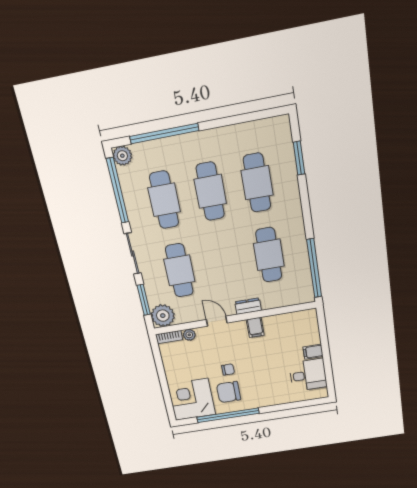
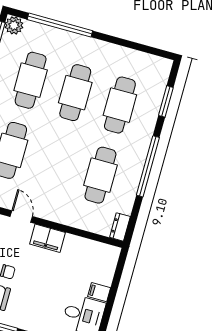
window: (314, 268) -> (148, 166), moved
dresser: (248, 306) -> (120, 227), moved, turned -90
filing cabinet: (255, 327) -> (47, 238), width x2.00

